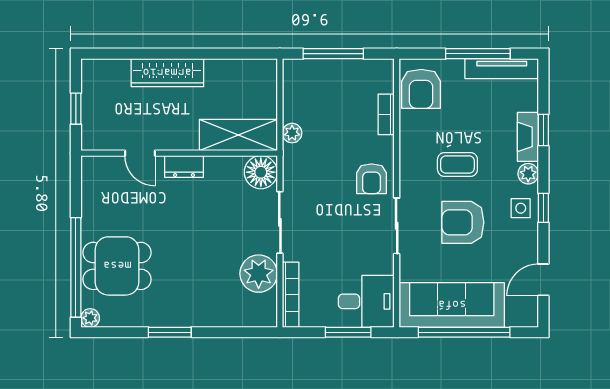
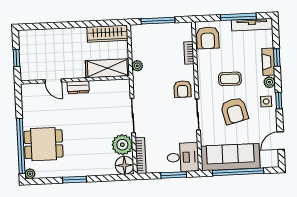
wardrobe: (167, 73) -> (107, 34), moved
floor lamp: (261, 172) -> (125, 165), moved
armchair: (463, 222) -> (234, 111), turned -104

